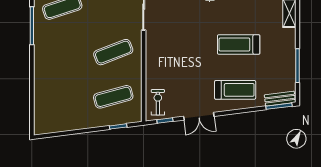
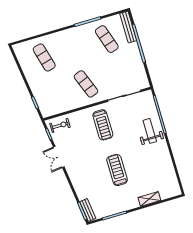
treadmill: (235, 90) -> (103, 125), moved
exercise mat: (113, 97) -> (44, 57), moved

